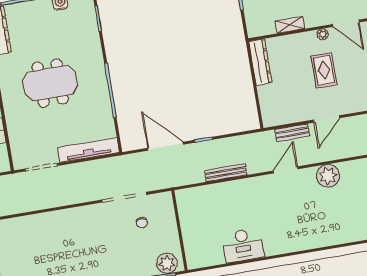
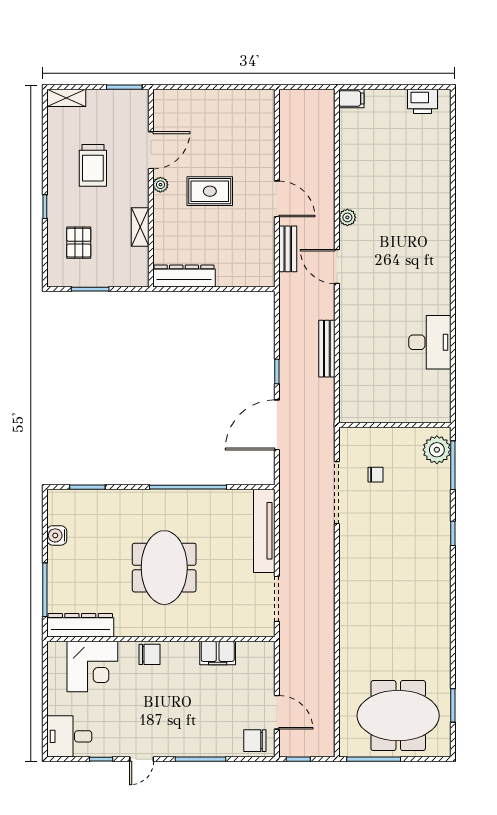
plant: (328, 176) -> (347, 217), width x0.53, depth x0.53

